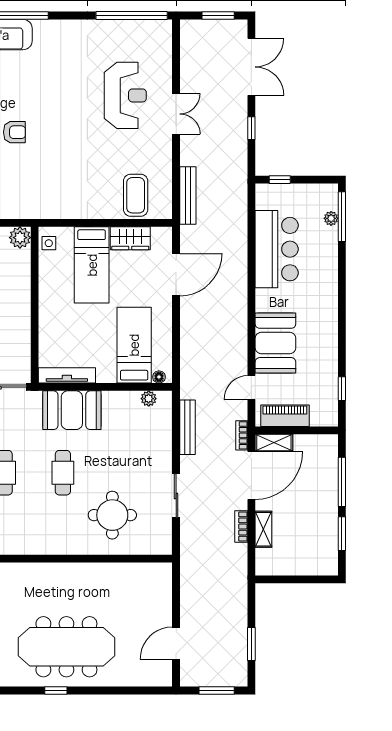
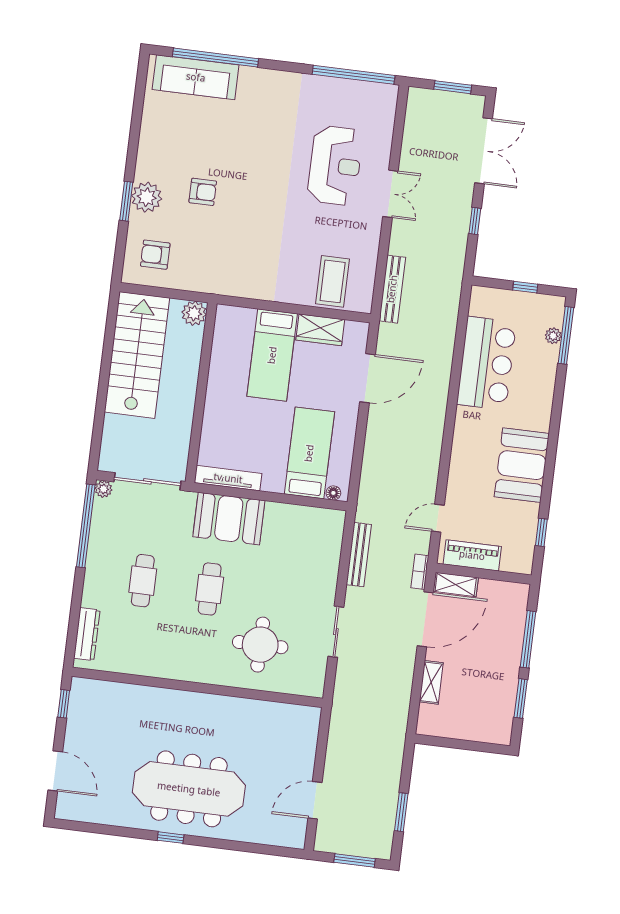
window: (280, 180) -> (525, 287), moved
side table: (49, 243) -> (226, 324), removed
booth: (275, 343) -> (522, 465), moved
plant: (149, 399) -> (318, 516), removed
bookcase: (241, 527) -> (406, 676), removed

